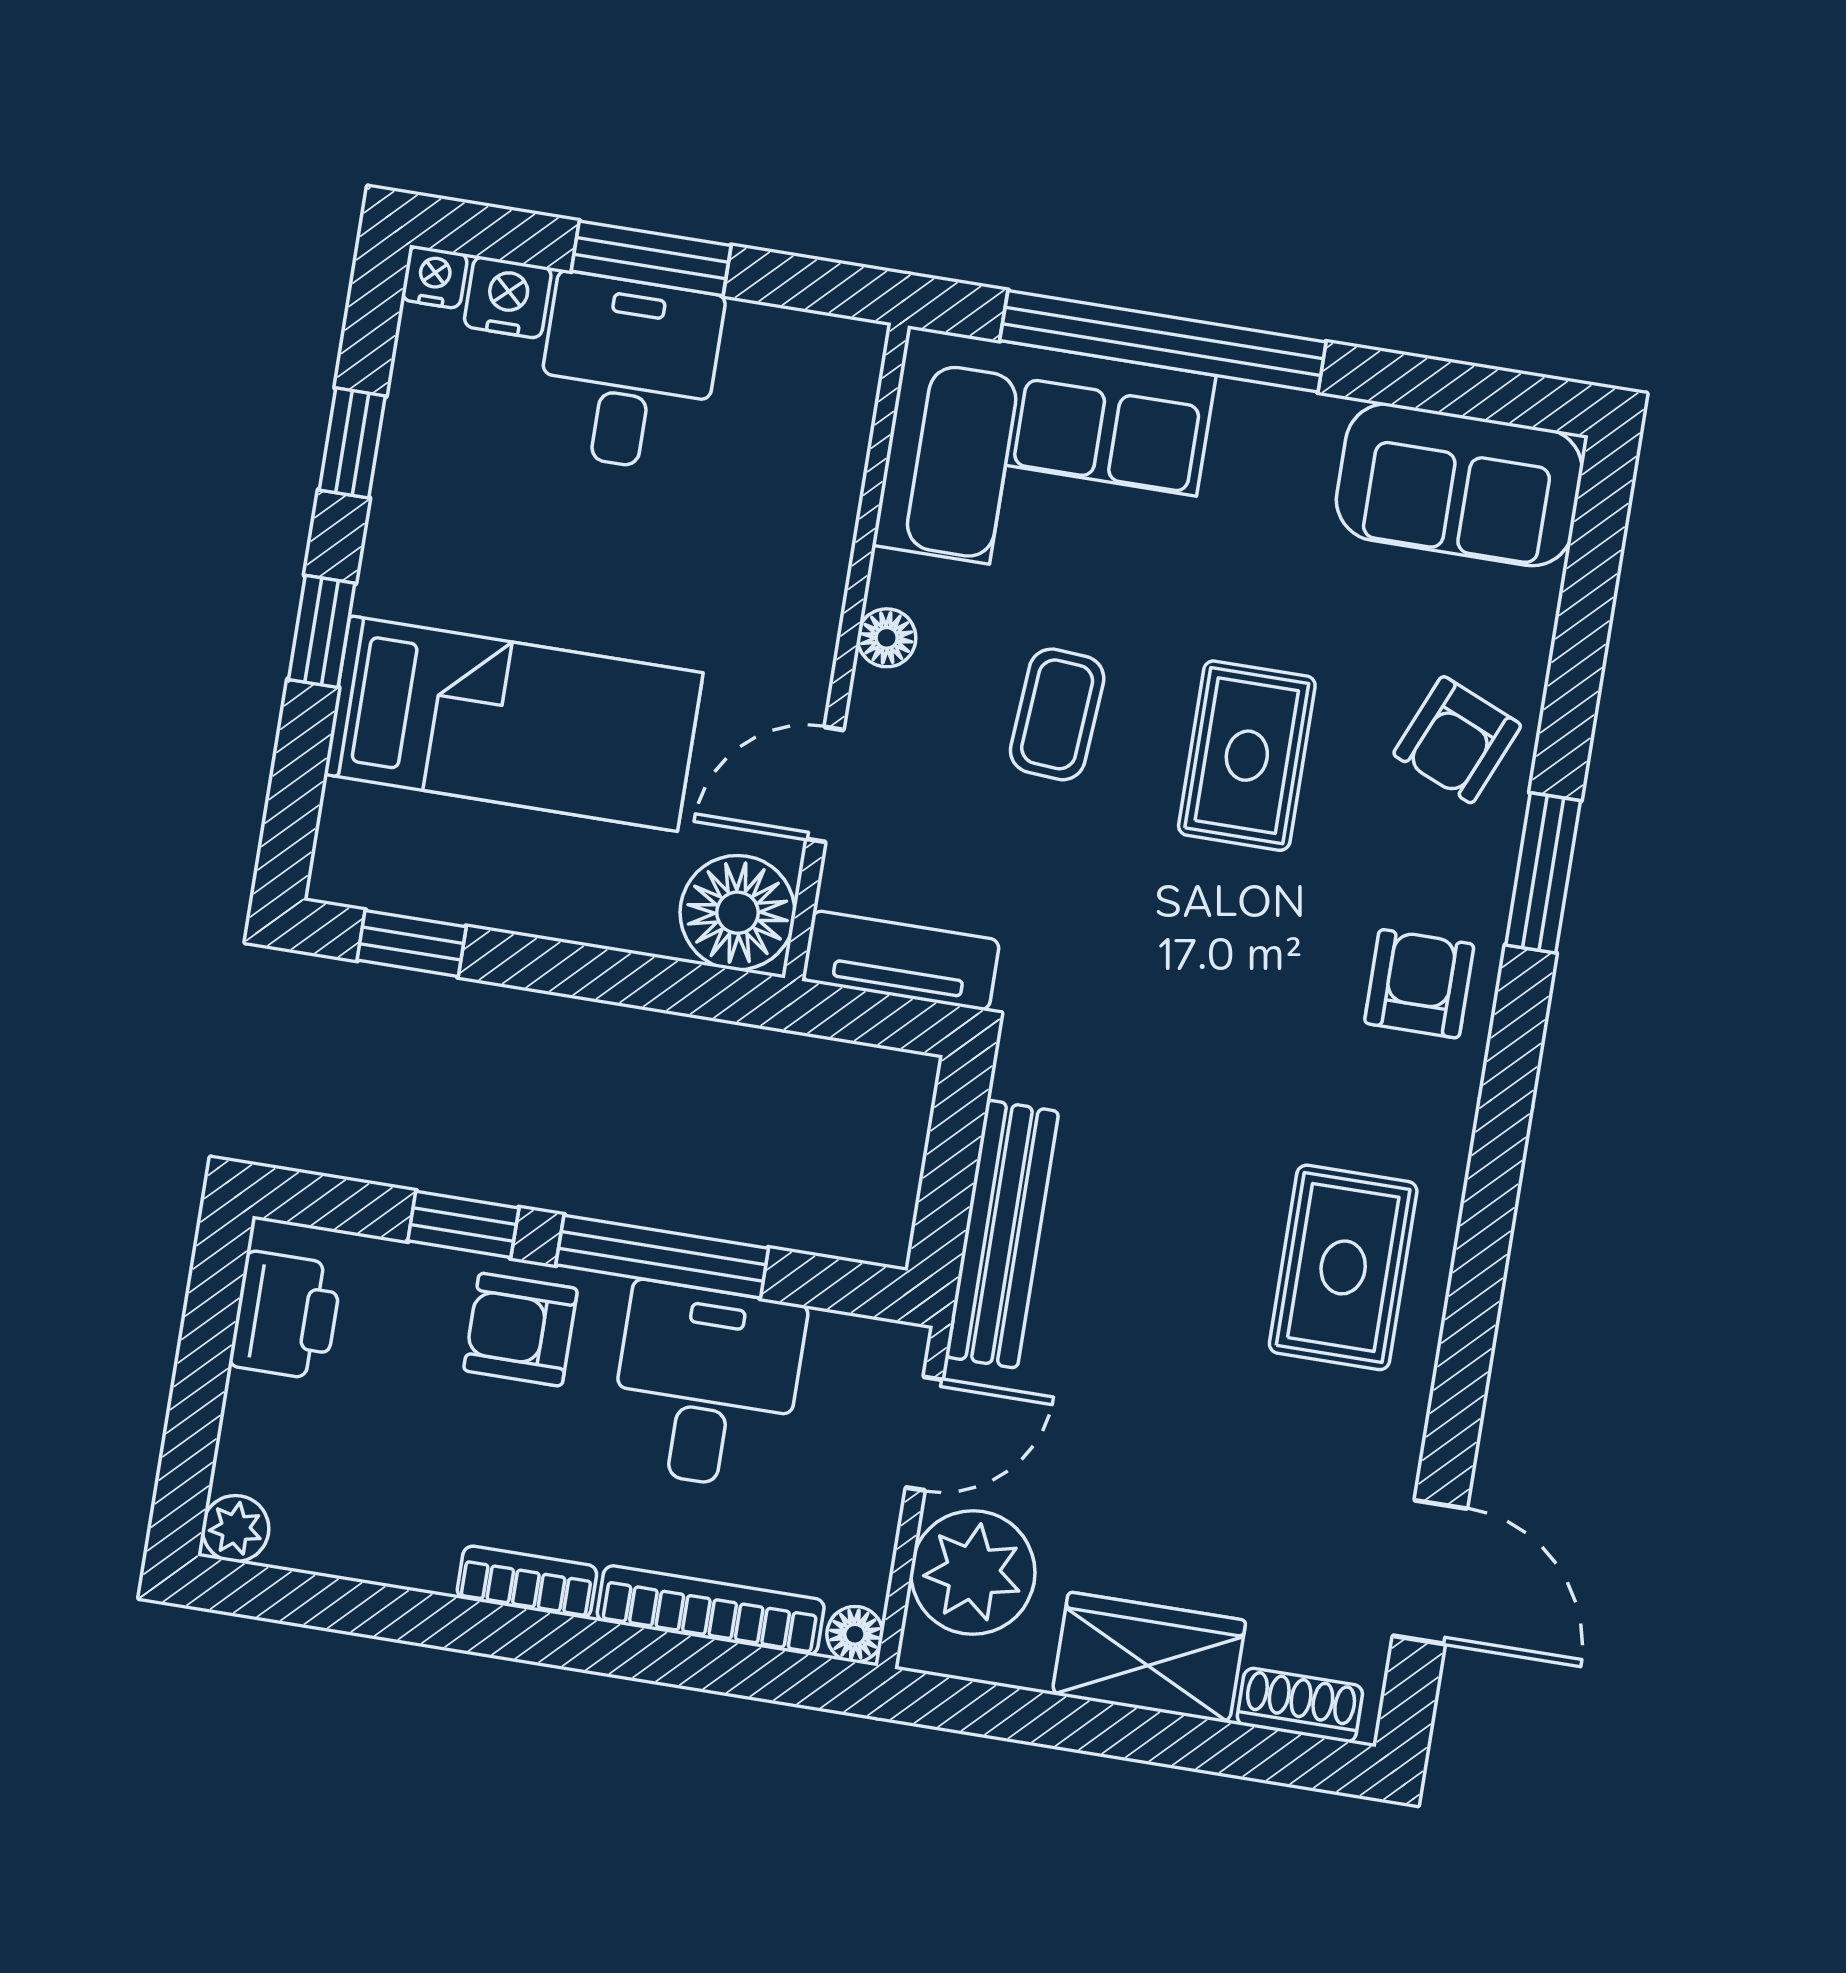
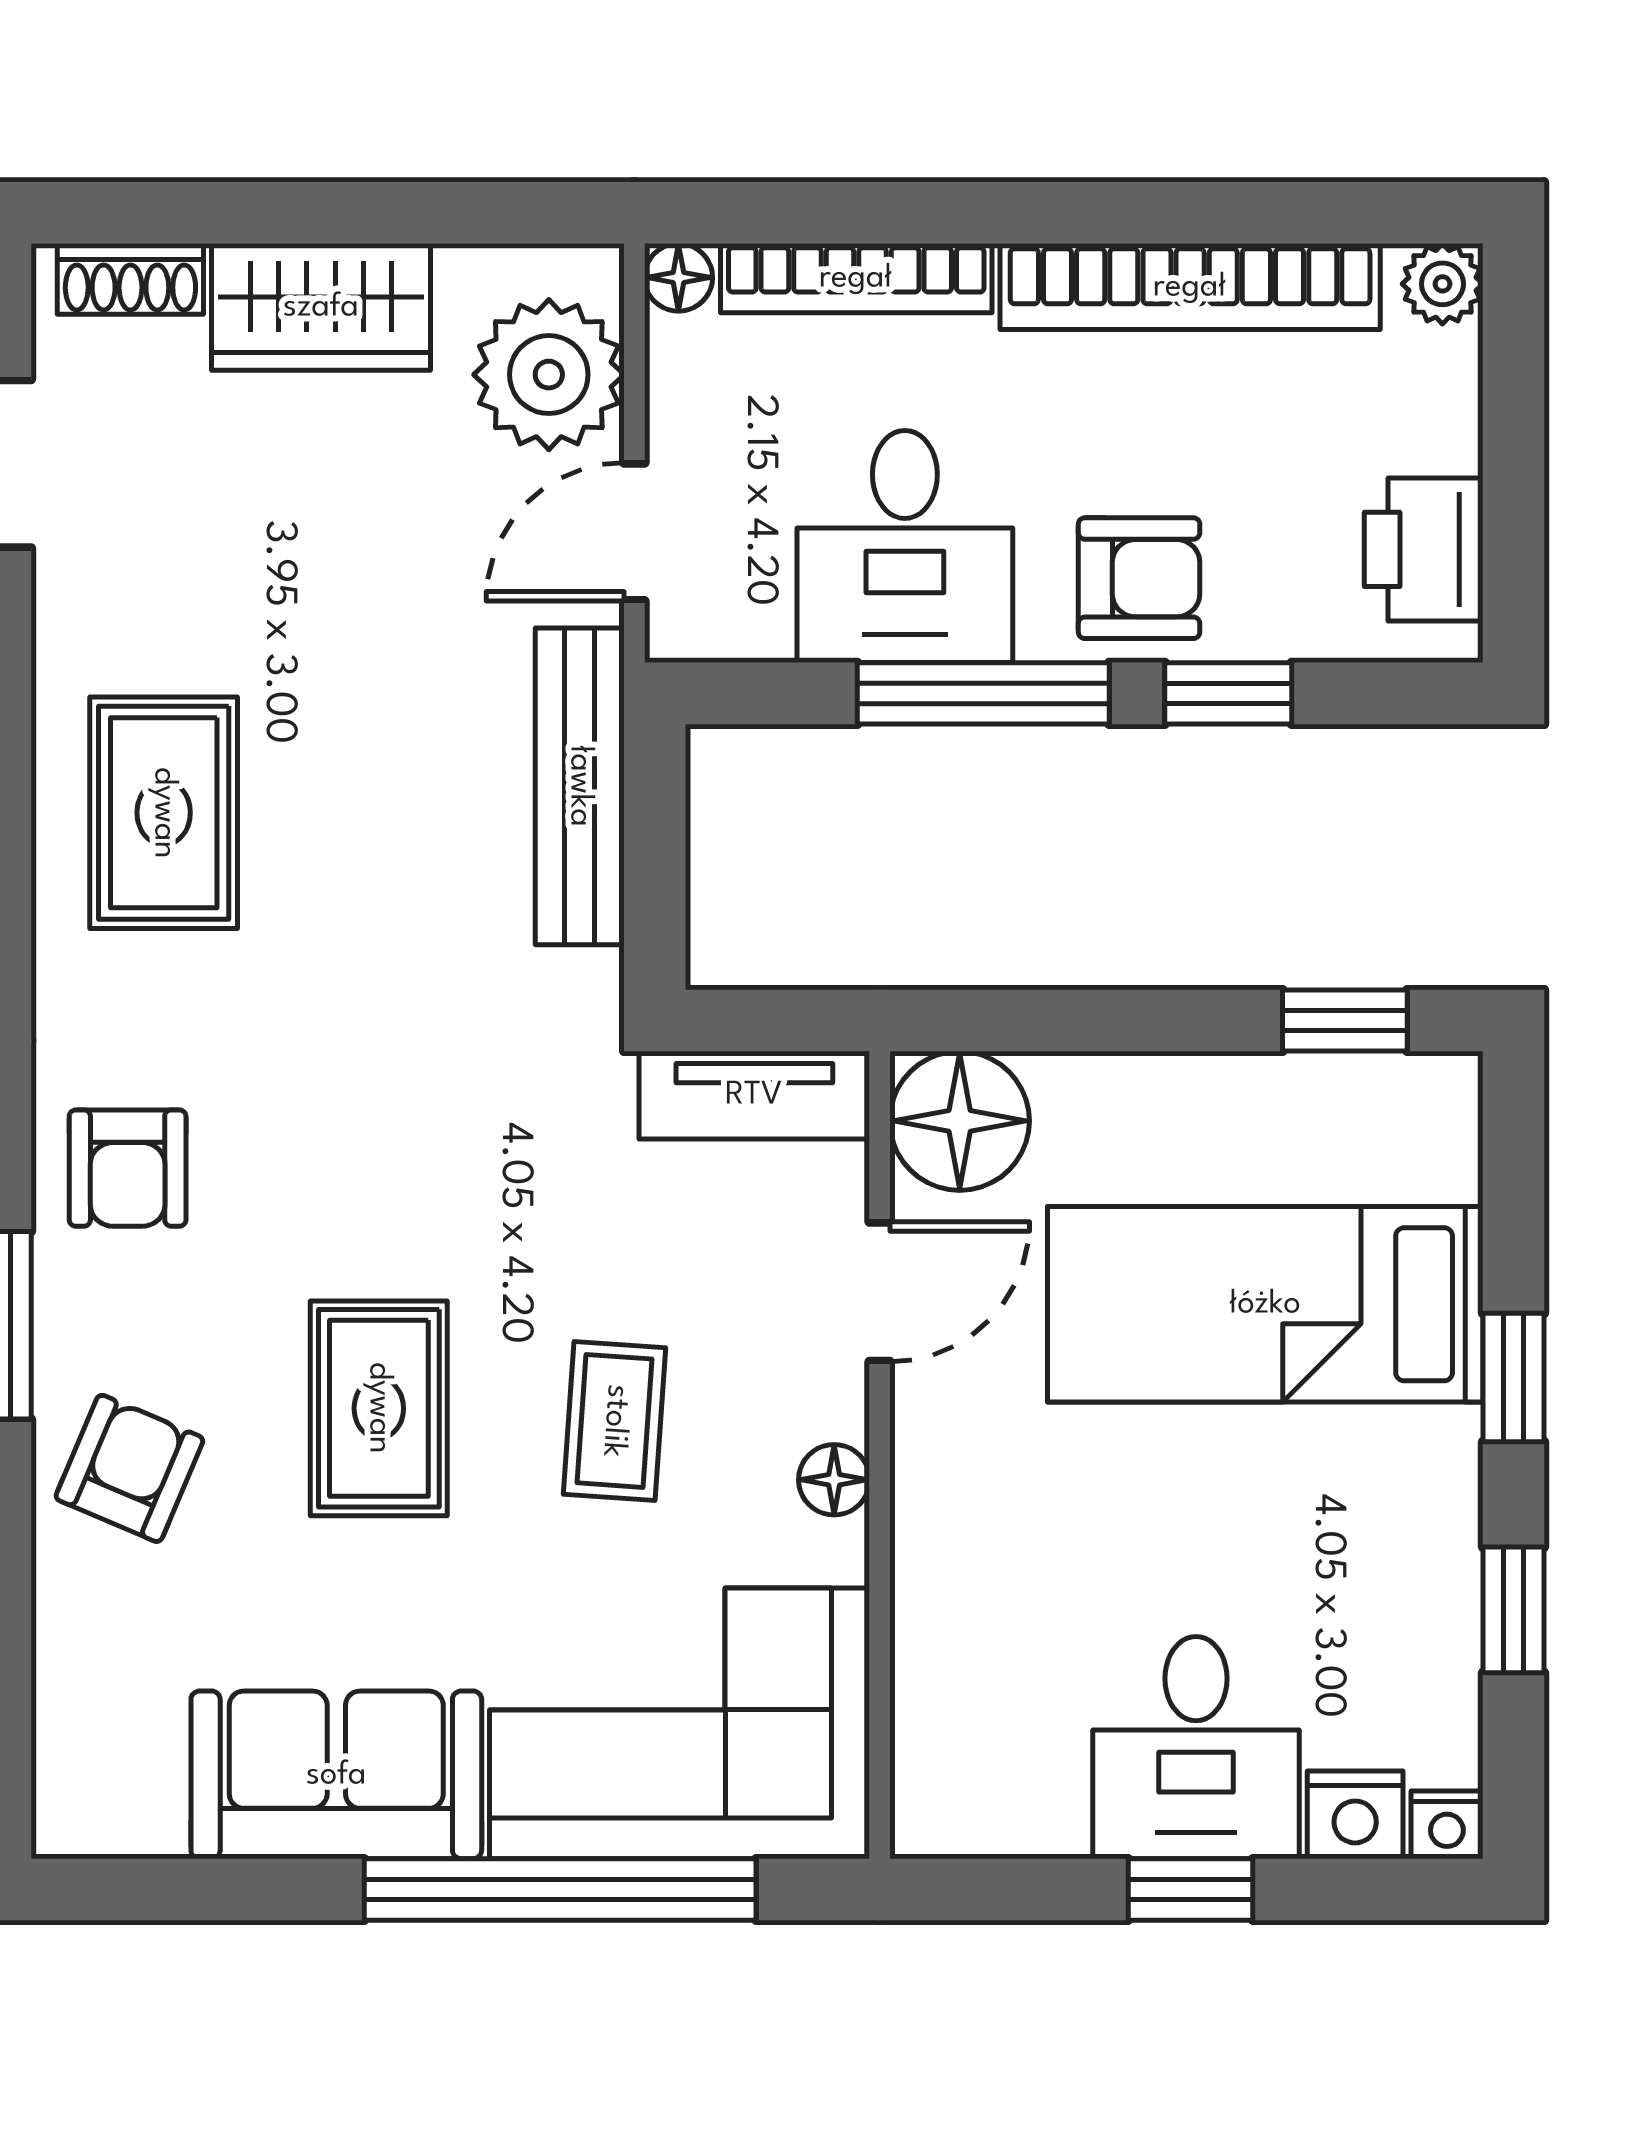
window: (651, 258) -> (1191, 1890), width x0.67
sofa: (1459, 485) -> (336, 1775), moved
bookcase: (527, 1582) -> (1190, 287), width x2.31, depth x1.31

